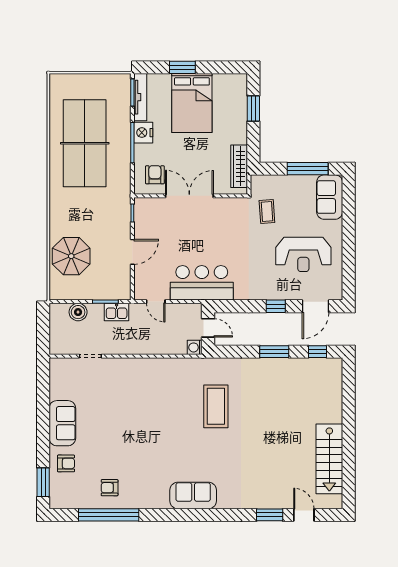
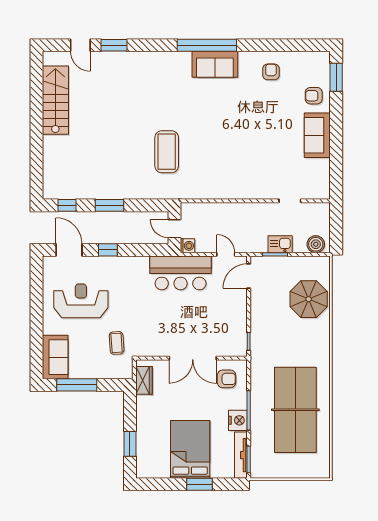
wardrobe: (239, 166) -> (144, 380), width x0.67
armchair: (155, 175) -> (227, 379), turned -90
door: (132, 252) -> (249, 276), moved
door: (315, 306) -> (69, 250), hinge flipped
boiler: (78, 312) -> (316, 244), moved
kitchen sink: (117, 312) -> (280, 244), moved
washing machine: (195, 347) -> (187, 246), moved
armchair: (110, 488) -> (271, 72), turned -90
sofa: (193, 496) -> (215, 64), moved
window: (109, 515) -> (207, 45), moved

